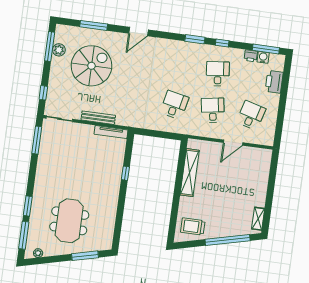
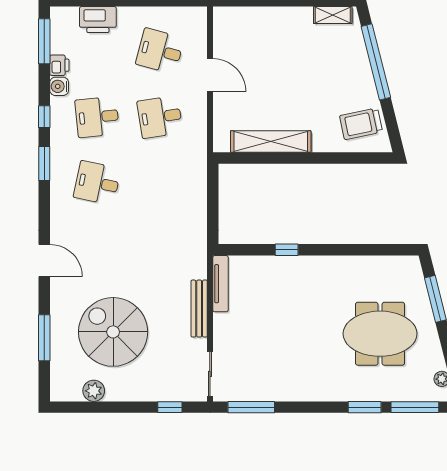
window: (50, 47) -> (90, 407), removed
water cooler: (263, 57) -> (59, 86), moved
desk: (174, 105) -> (97, 183), moved
trolley: (193, 226) -> (361, 124), turned 78

